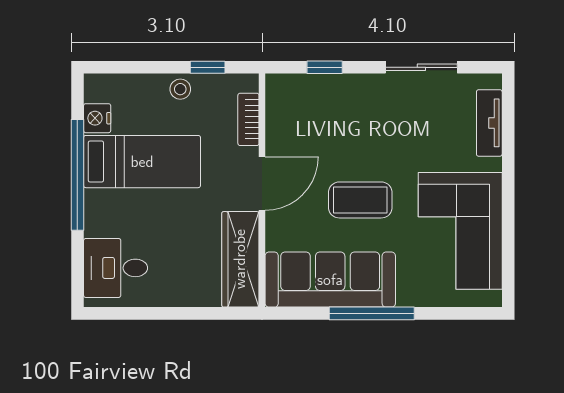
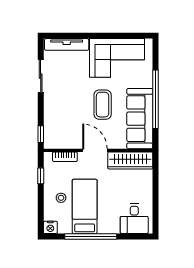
window: (325, 67) -> (41, 134), moved
stool: (180, 89) -> (61, 198), moved
nightstand: (97, 118) -> (50, 227), moved
tv unit: (489, 123) -> (67, 44), width x1.41
window: (372, 313) -> (155, 99), width x1.46

